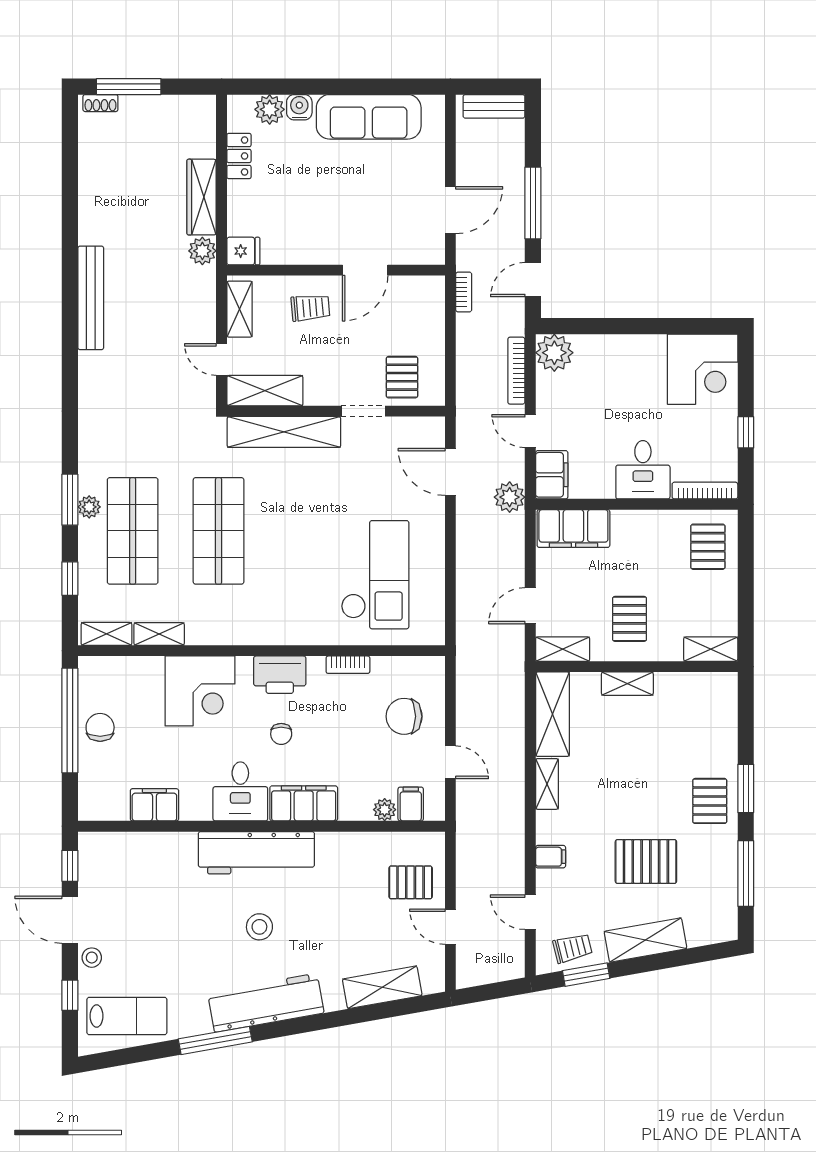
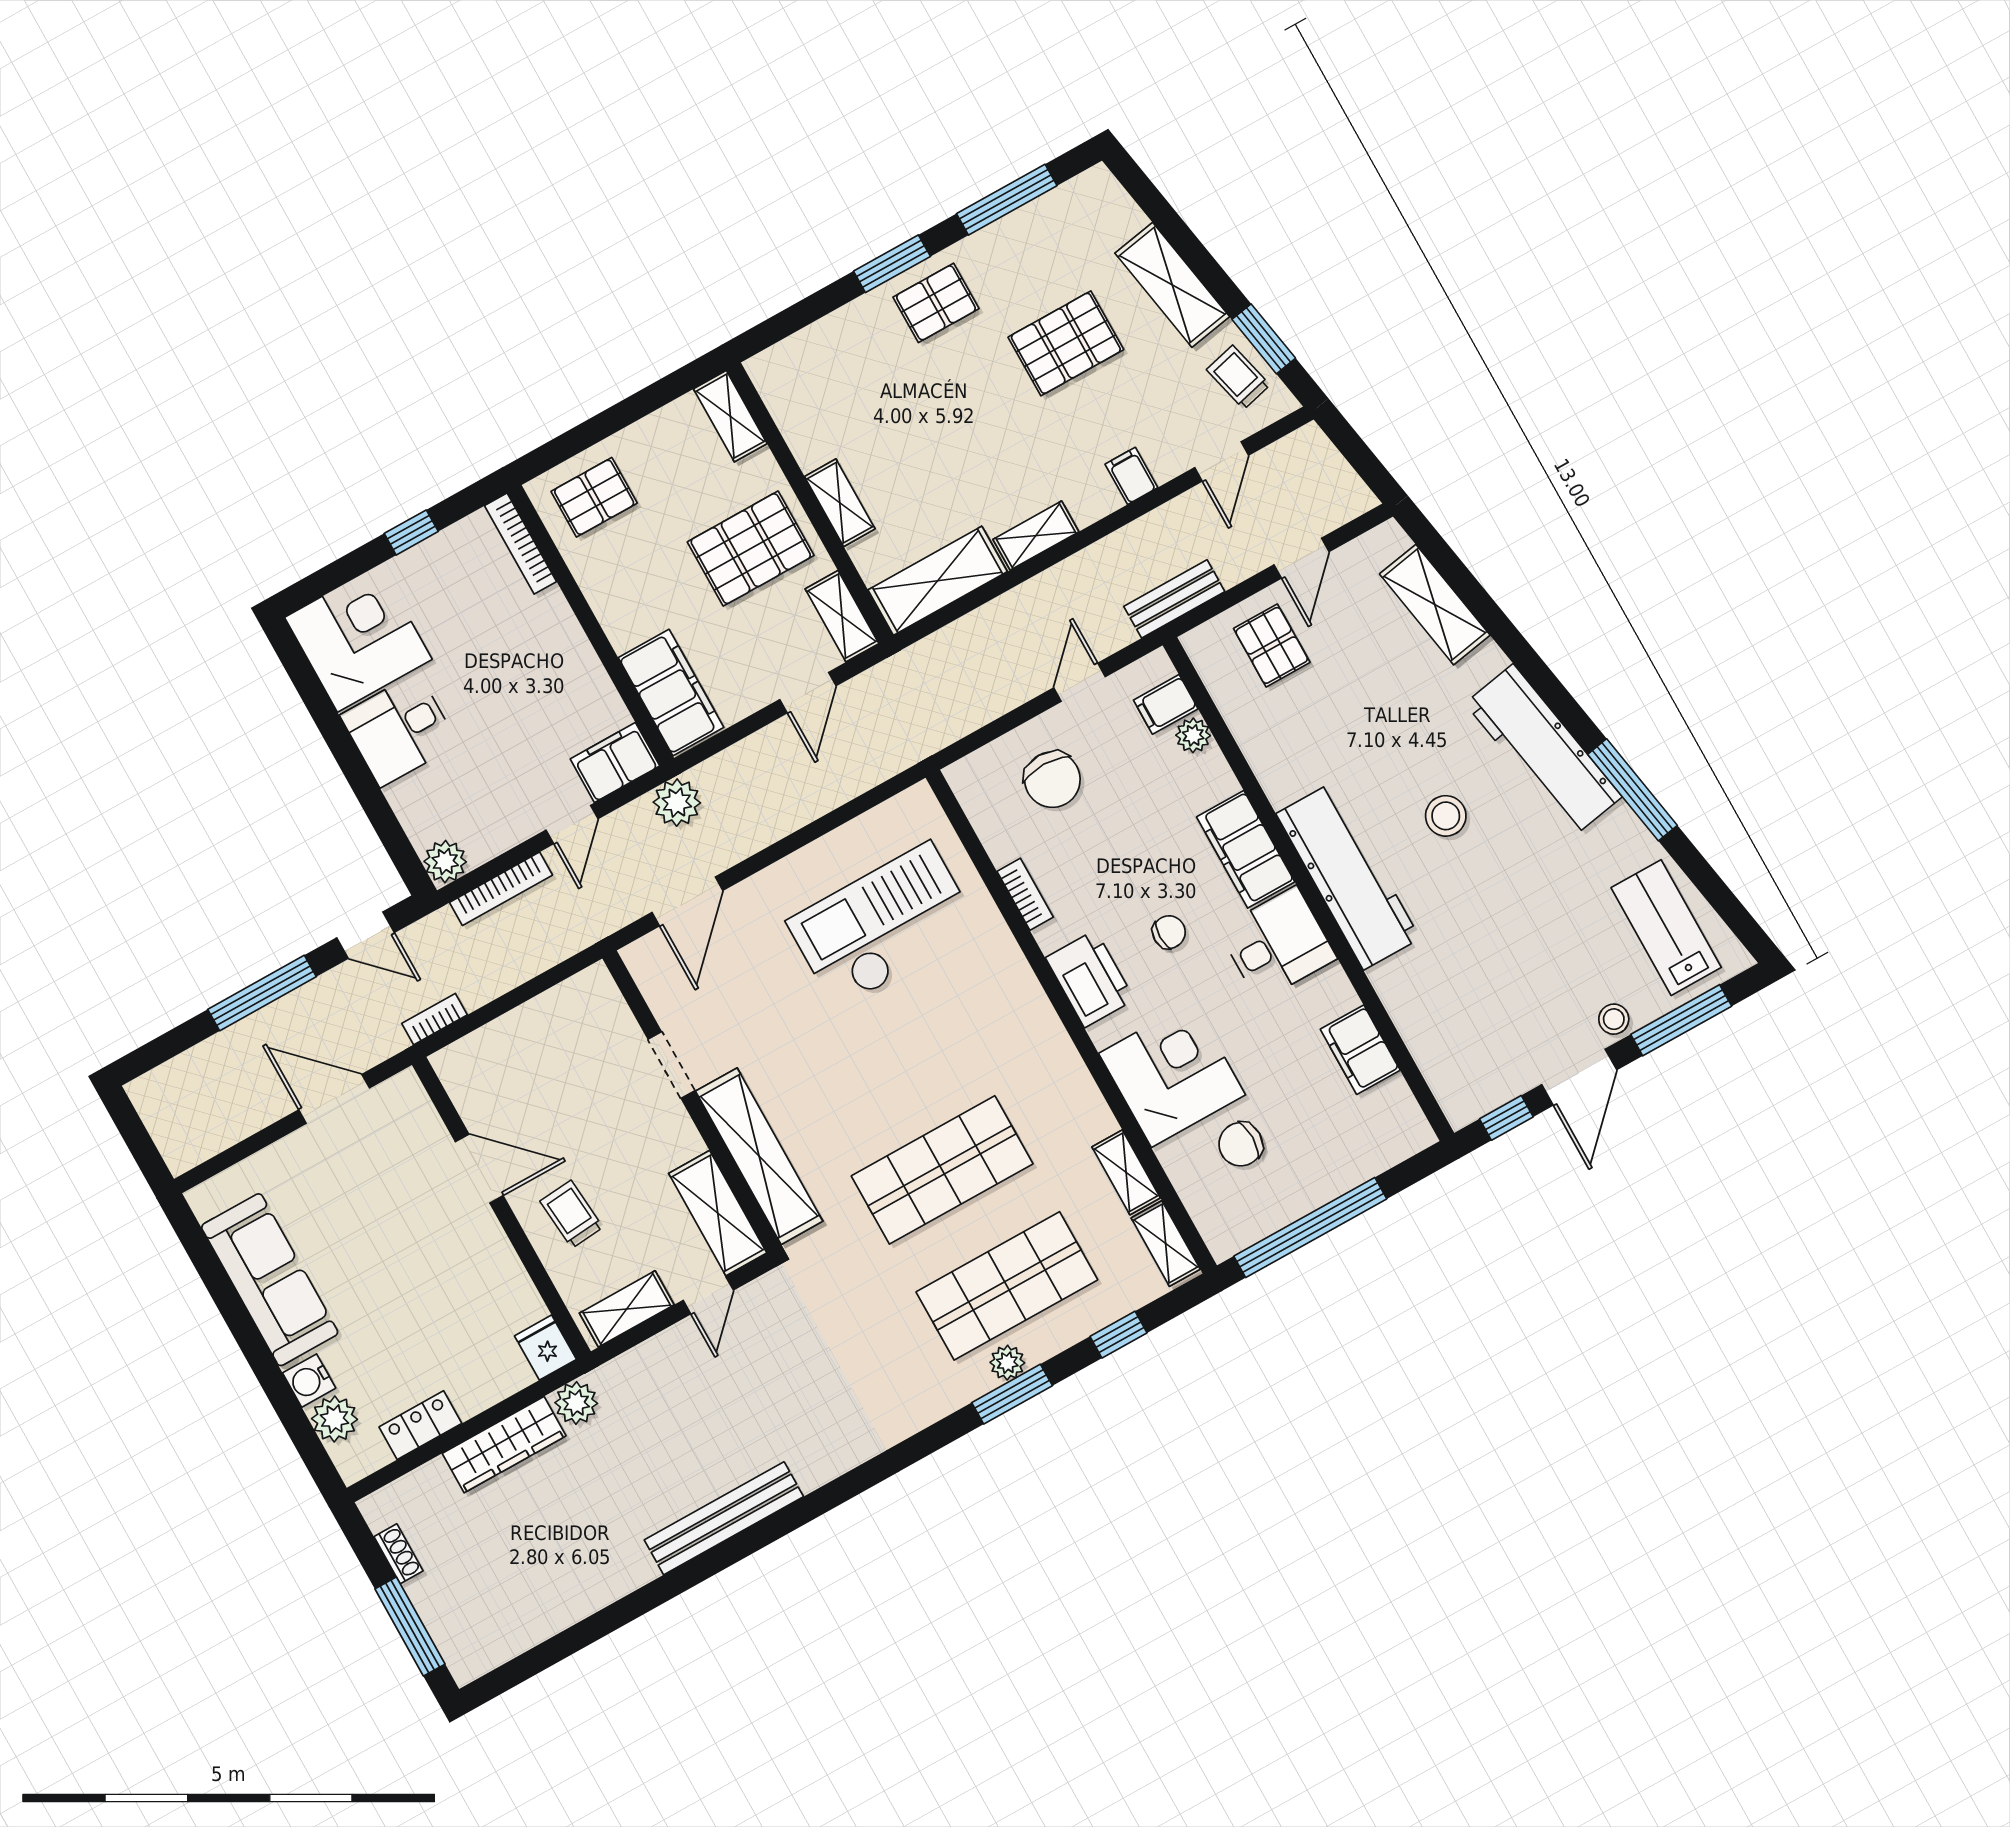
shoe rack: (100, 103) -> (398, 1554), moved
bench: (494, 106) -> (1174, 599), moved, turned 90
plant: (554, 353) -> (445, 862), width x0.73, depth x0.73
pallet: (402, 377) -> (596, 1038), removed
desk: (643, 470) -> (399, 730), moved, turned 180
door: (530, 606) -> (808, 693), hinge flipped
pallet: (630, 619) -> (751, 549), width x1.50, depth x1.42
chair: (100, 727) -> (1241, 1144), moved
pallet: (646, 862) -> (1066, 343), turned 90
window: (70, 995) -> (1681, 1020), width x2.17

